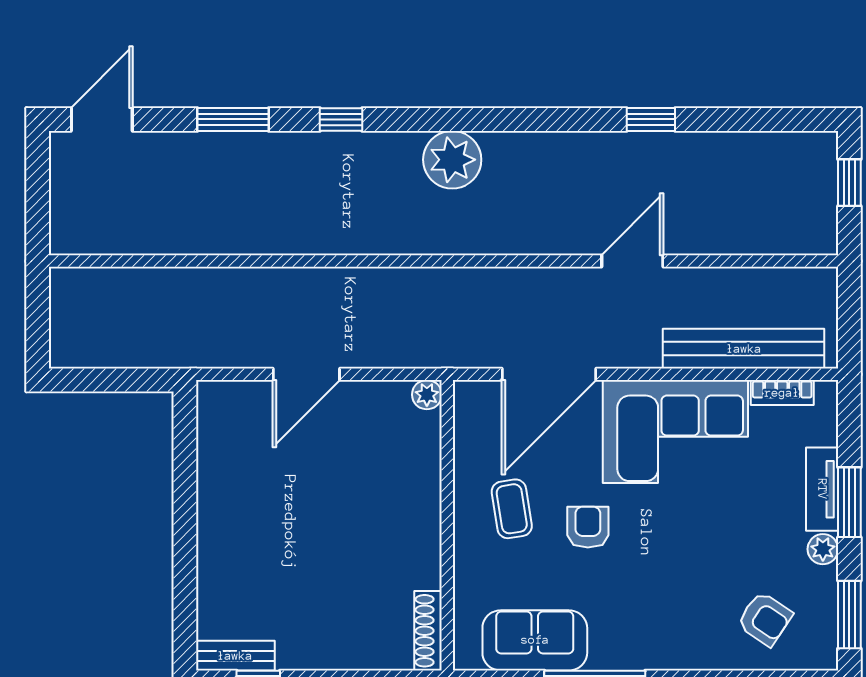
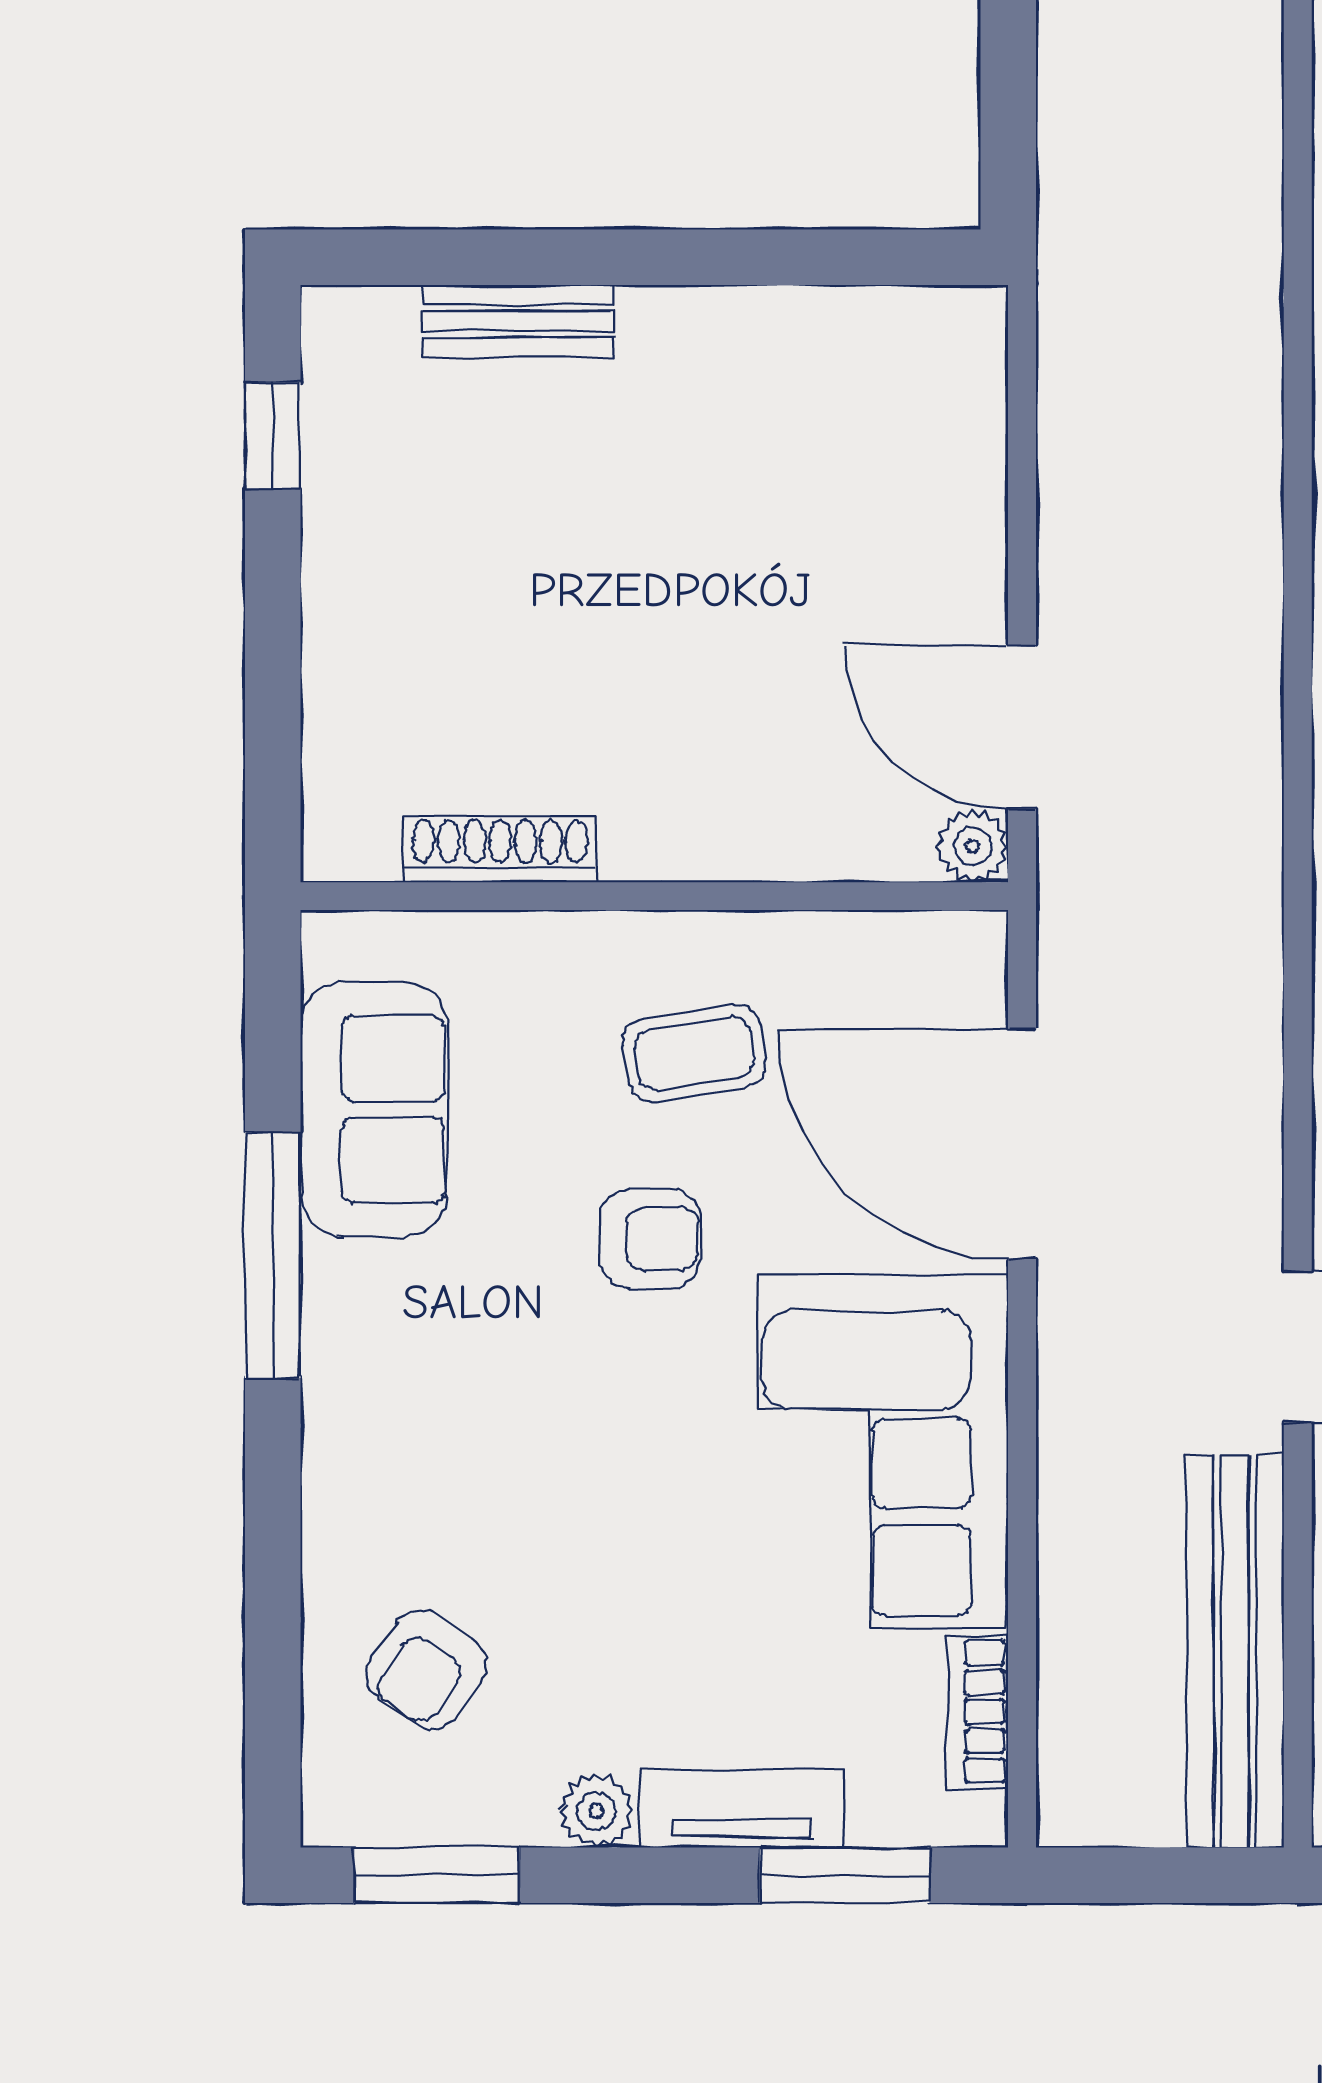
bench: (744, 349) -> (1235, 1651), moved
door: (306, 374) -> (1022, 727), moved
window: (849, 502) -> (845, 1875), moved
shoe rack: (428, 631) -> (500, 849), moved
bench: (235, 656) -> (518, 321), moved, turned 90

